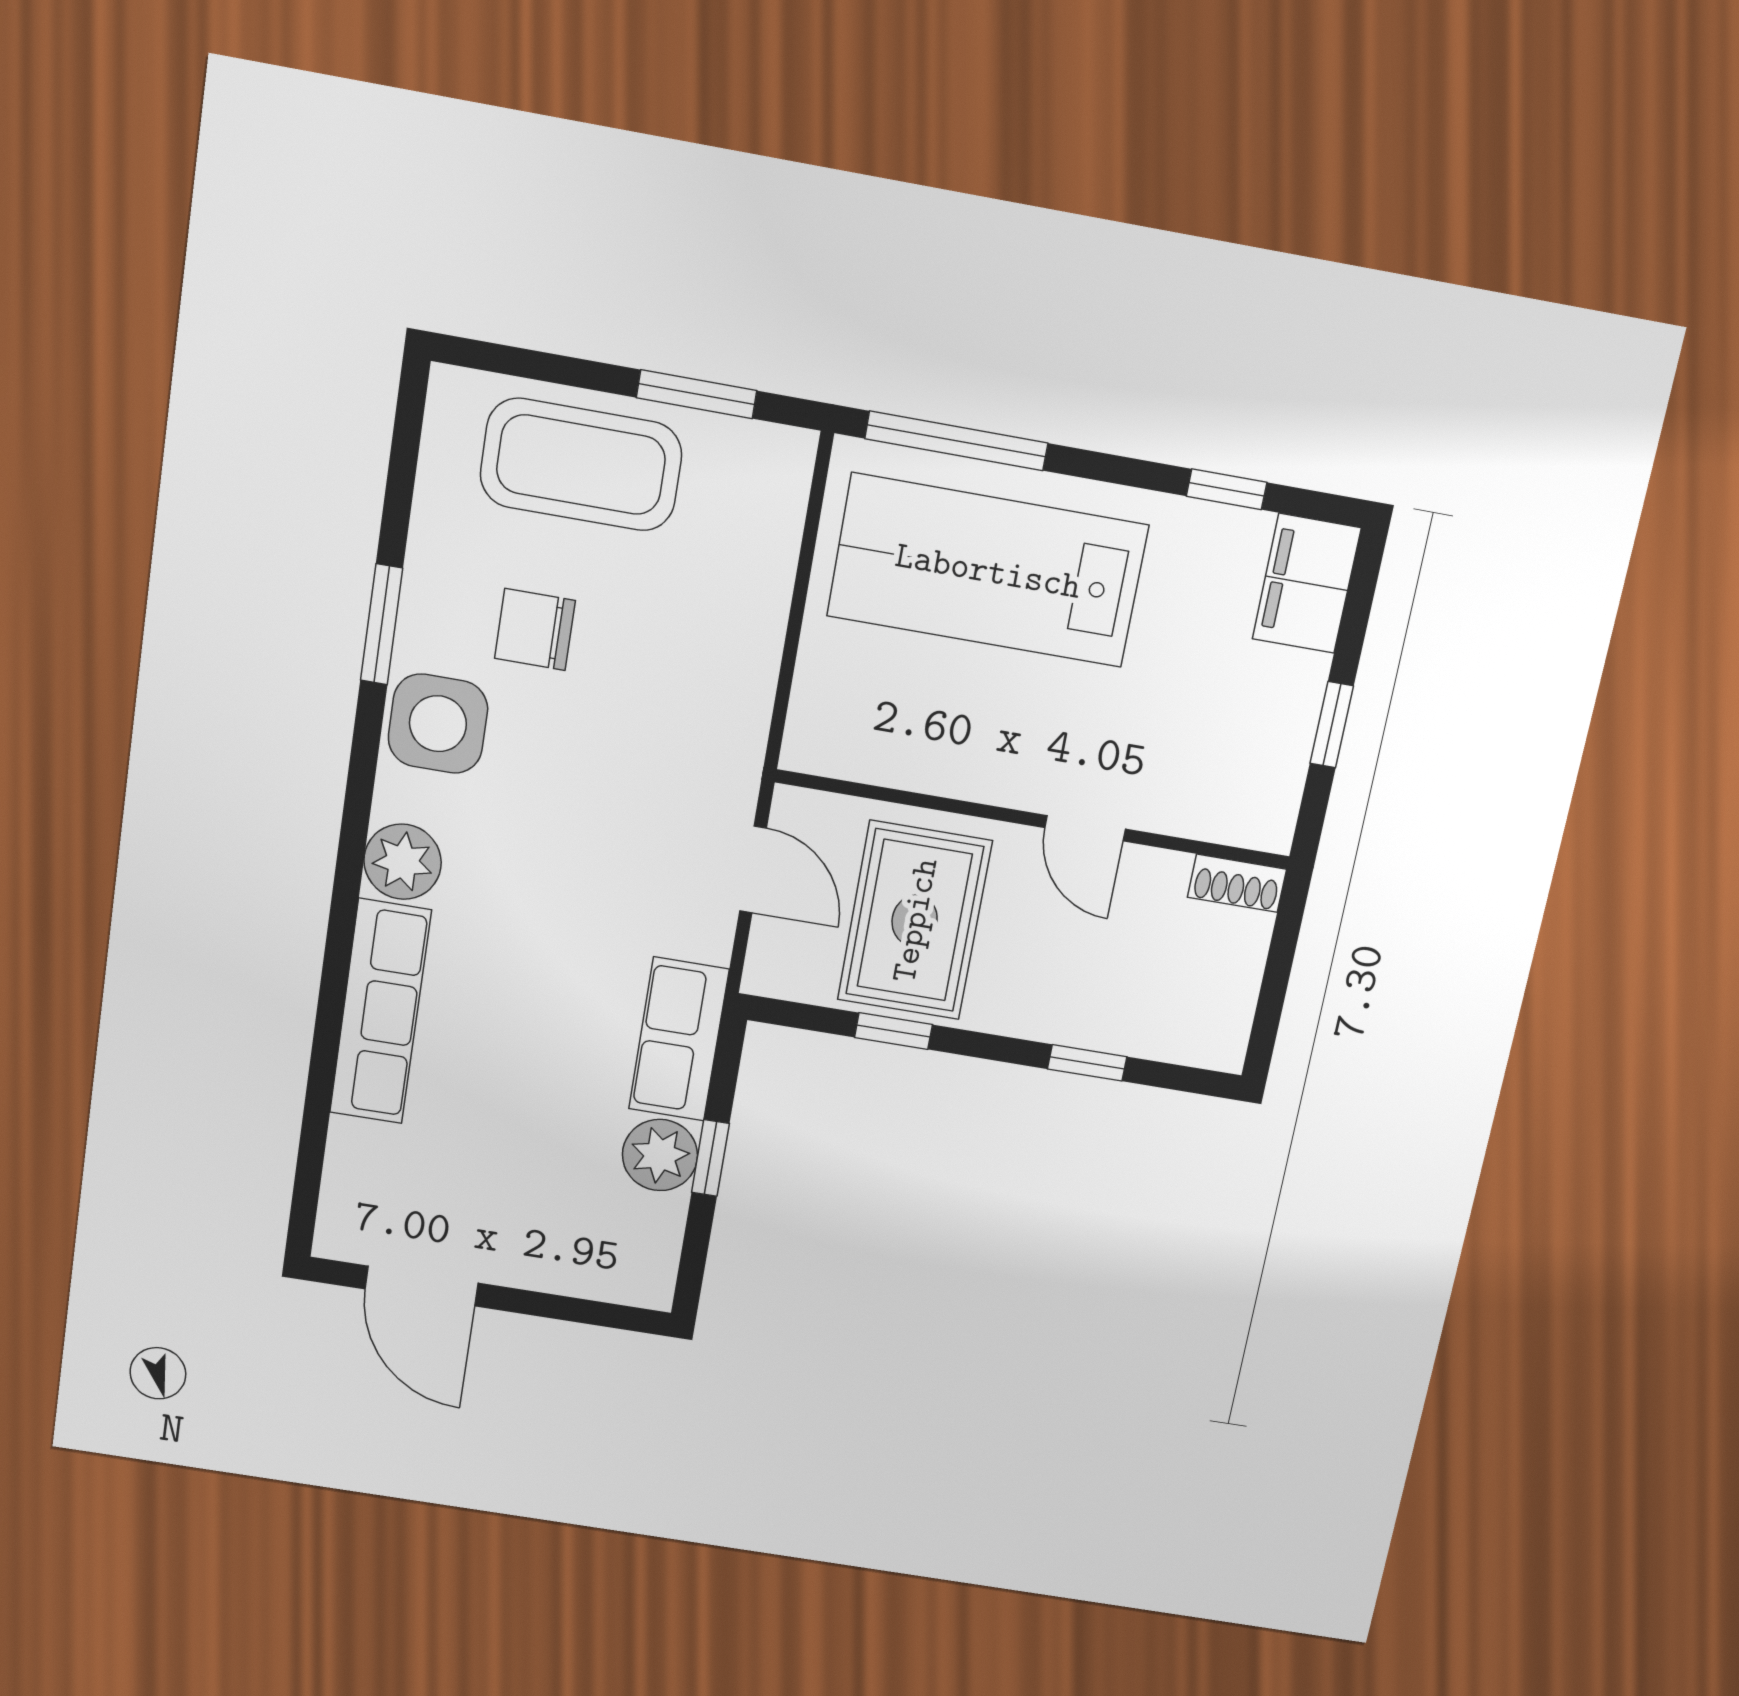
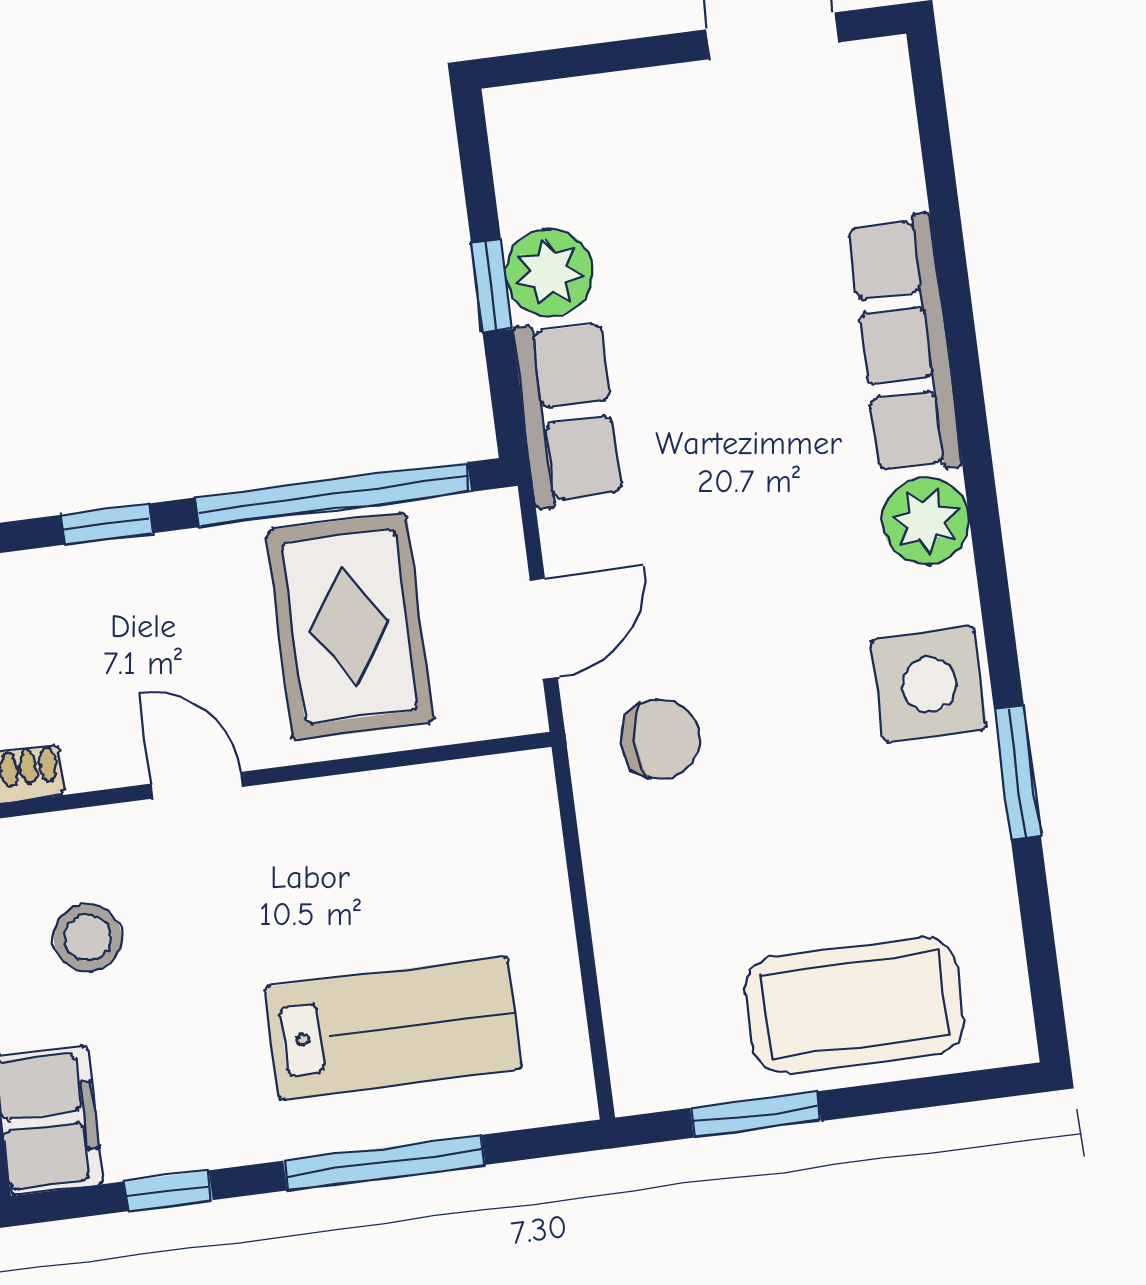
window: (957, 441) -> (384, 1163), moved
lab bench: (988, 571) -> (393, 1028), width x0.73, depth x0.72
chair: (535, 630) -> (660, 739), moved
stool: (1220, 729) -> (88, 938), added
door: (753, 870) -> (544, 629), swing flipped
window: (894, 1031) -> (333, 495), width x3.17

